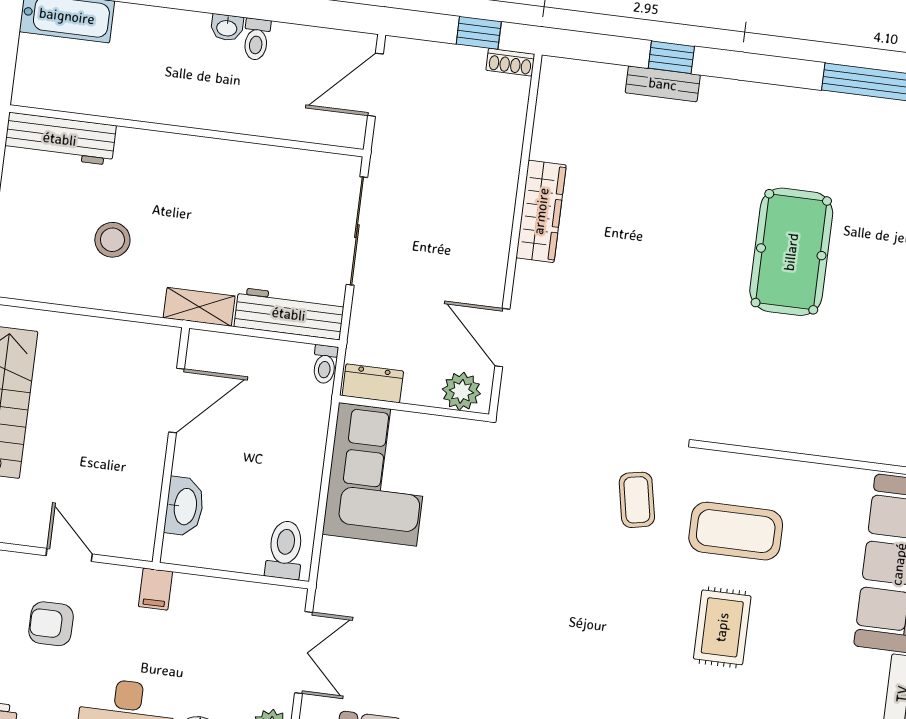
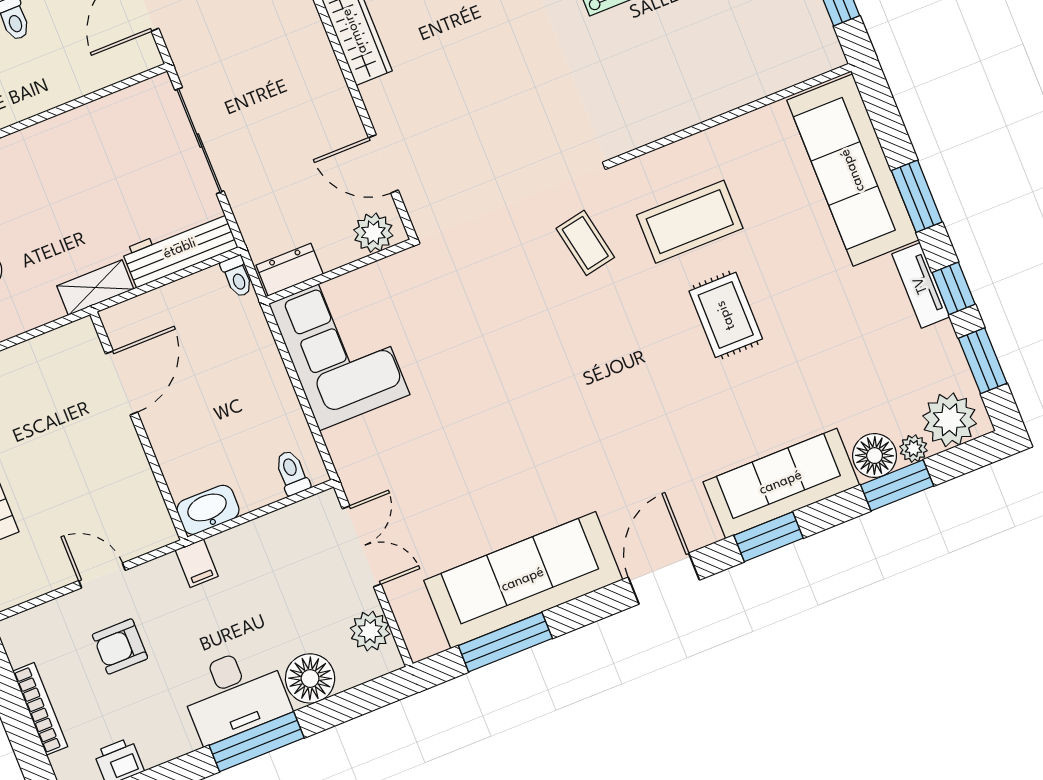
washbasin: (184, 506) -> (208, 510), moved, turned -90
toilet: (285, 550) -> (292, 473), width x0.73, depth x0.72

